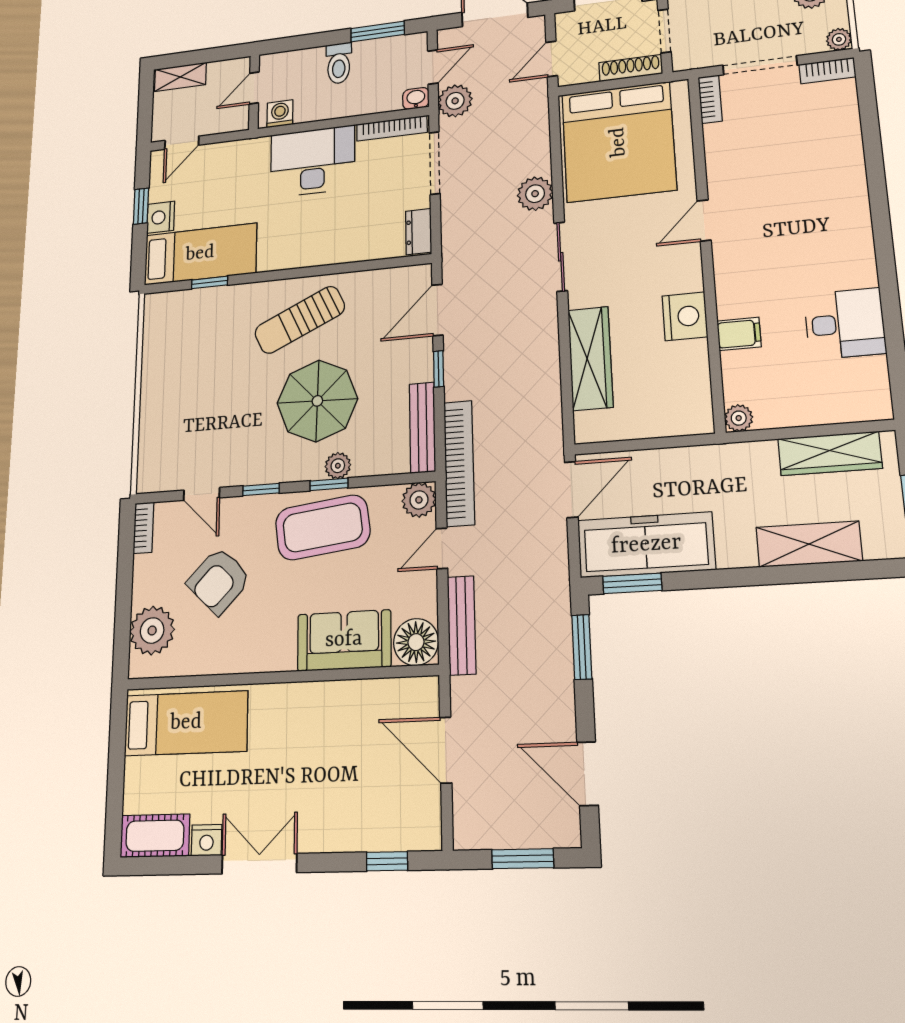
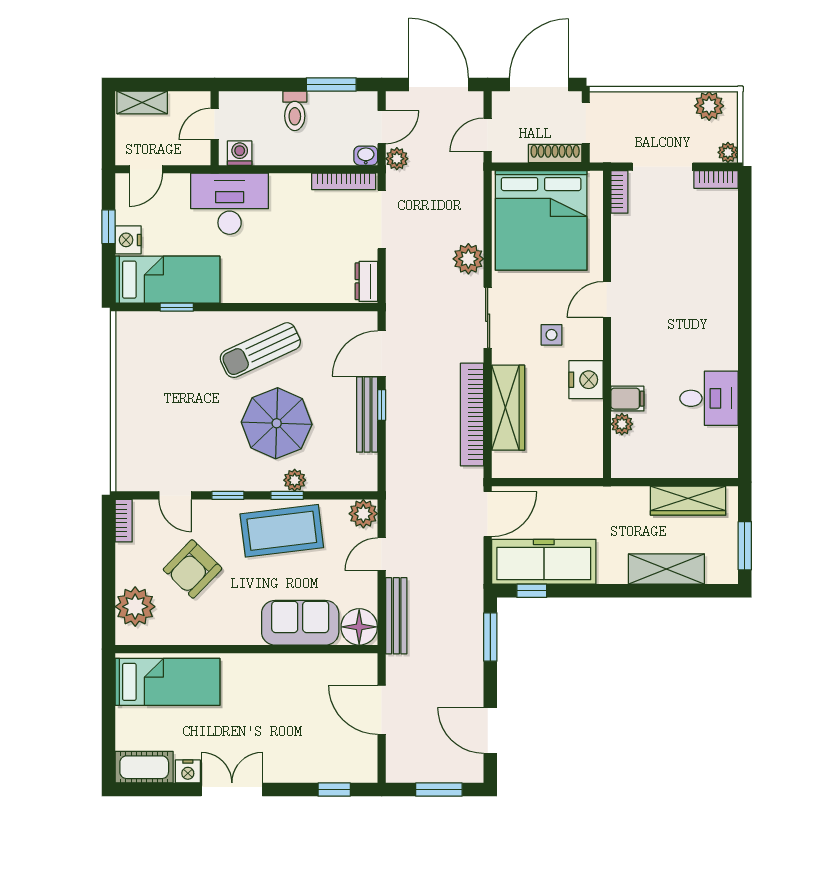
plant: (455, 101) -> (397, 159), width x0.73, depth x0.73
desk: (312, 161) -> (230, 204), moved
side table: (639, 268) -> (551, 335), added
plant: (739, 418) -> (622, 424), moved
bench: (422, 427) -> (367, 414), moved
bookcase: (459, 463) -> (472, 415), moved, turned 180
window: (632, 583) -> (532, 591), width x0.67

